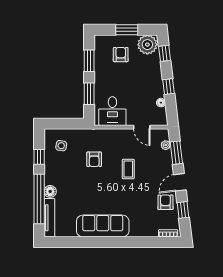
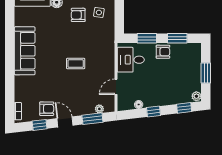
plant: (147, 45) -> (196, 96), width x0.53, depth x0.53
armchair: (121, 55) -> (163, 52), moved
armchair: (94, 159) -> (78, 15), moved
coffee table: (128, 169) -> (76, 64), moved

